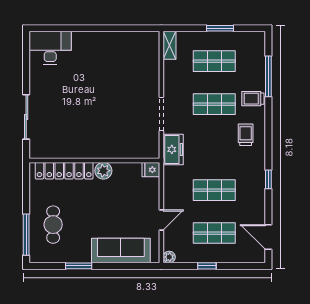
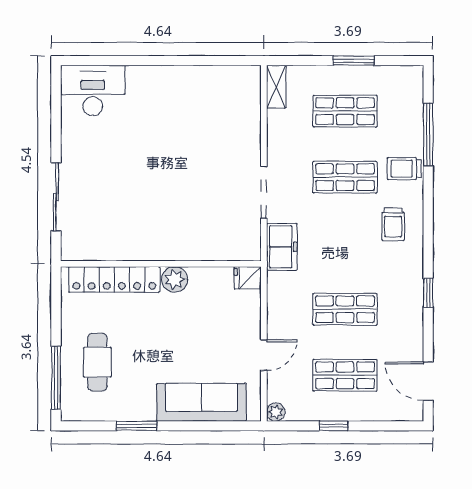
trolley: (246, 135) -> (393, 224), turned 180

